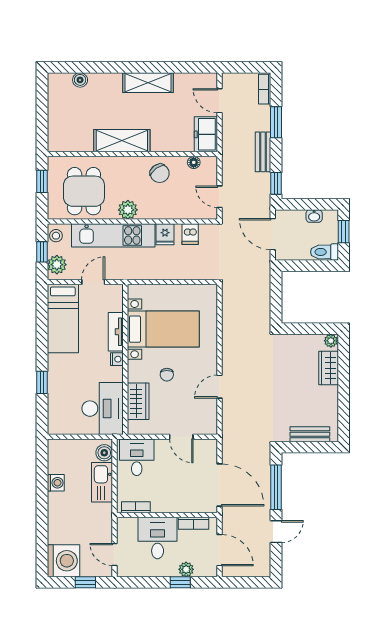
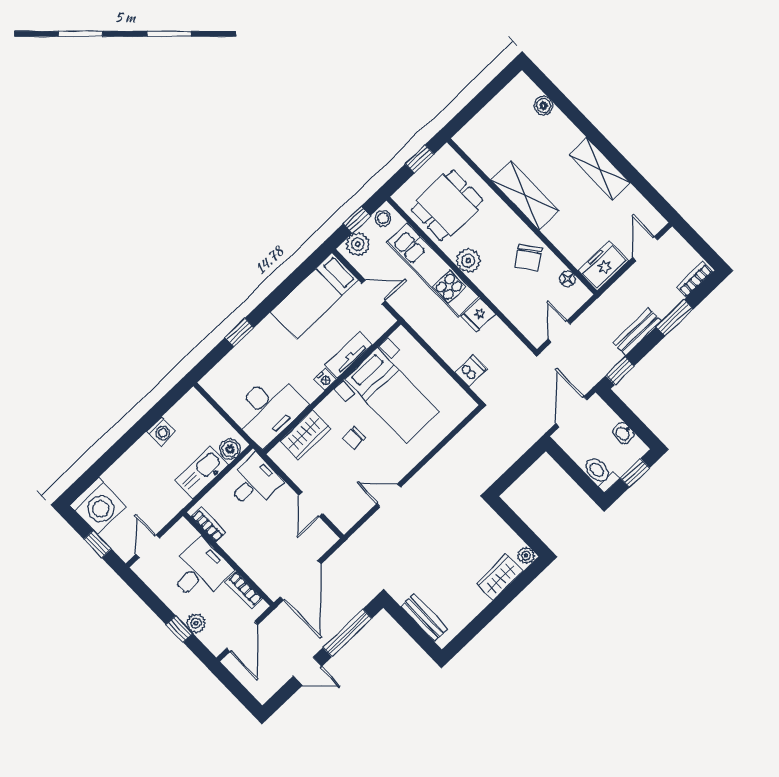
dishwasher: (190, 234) -> (471, 370), moved, turned 180

